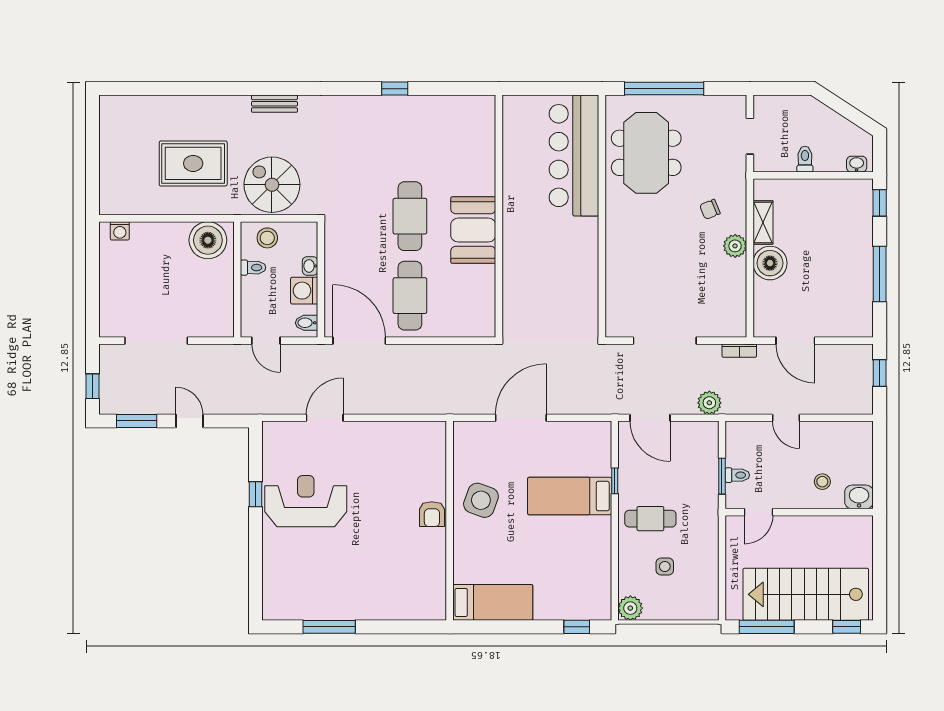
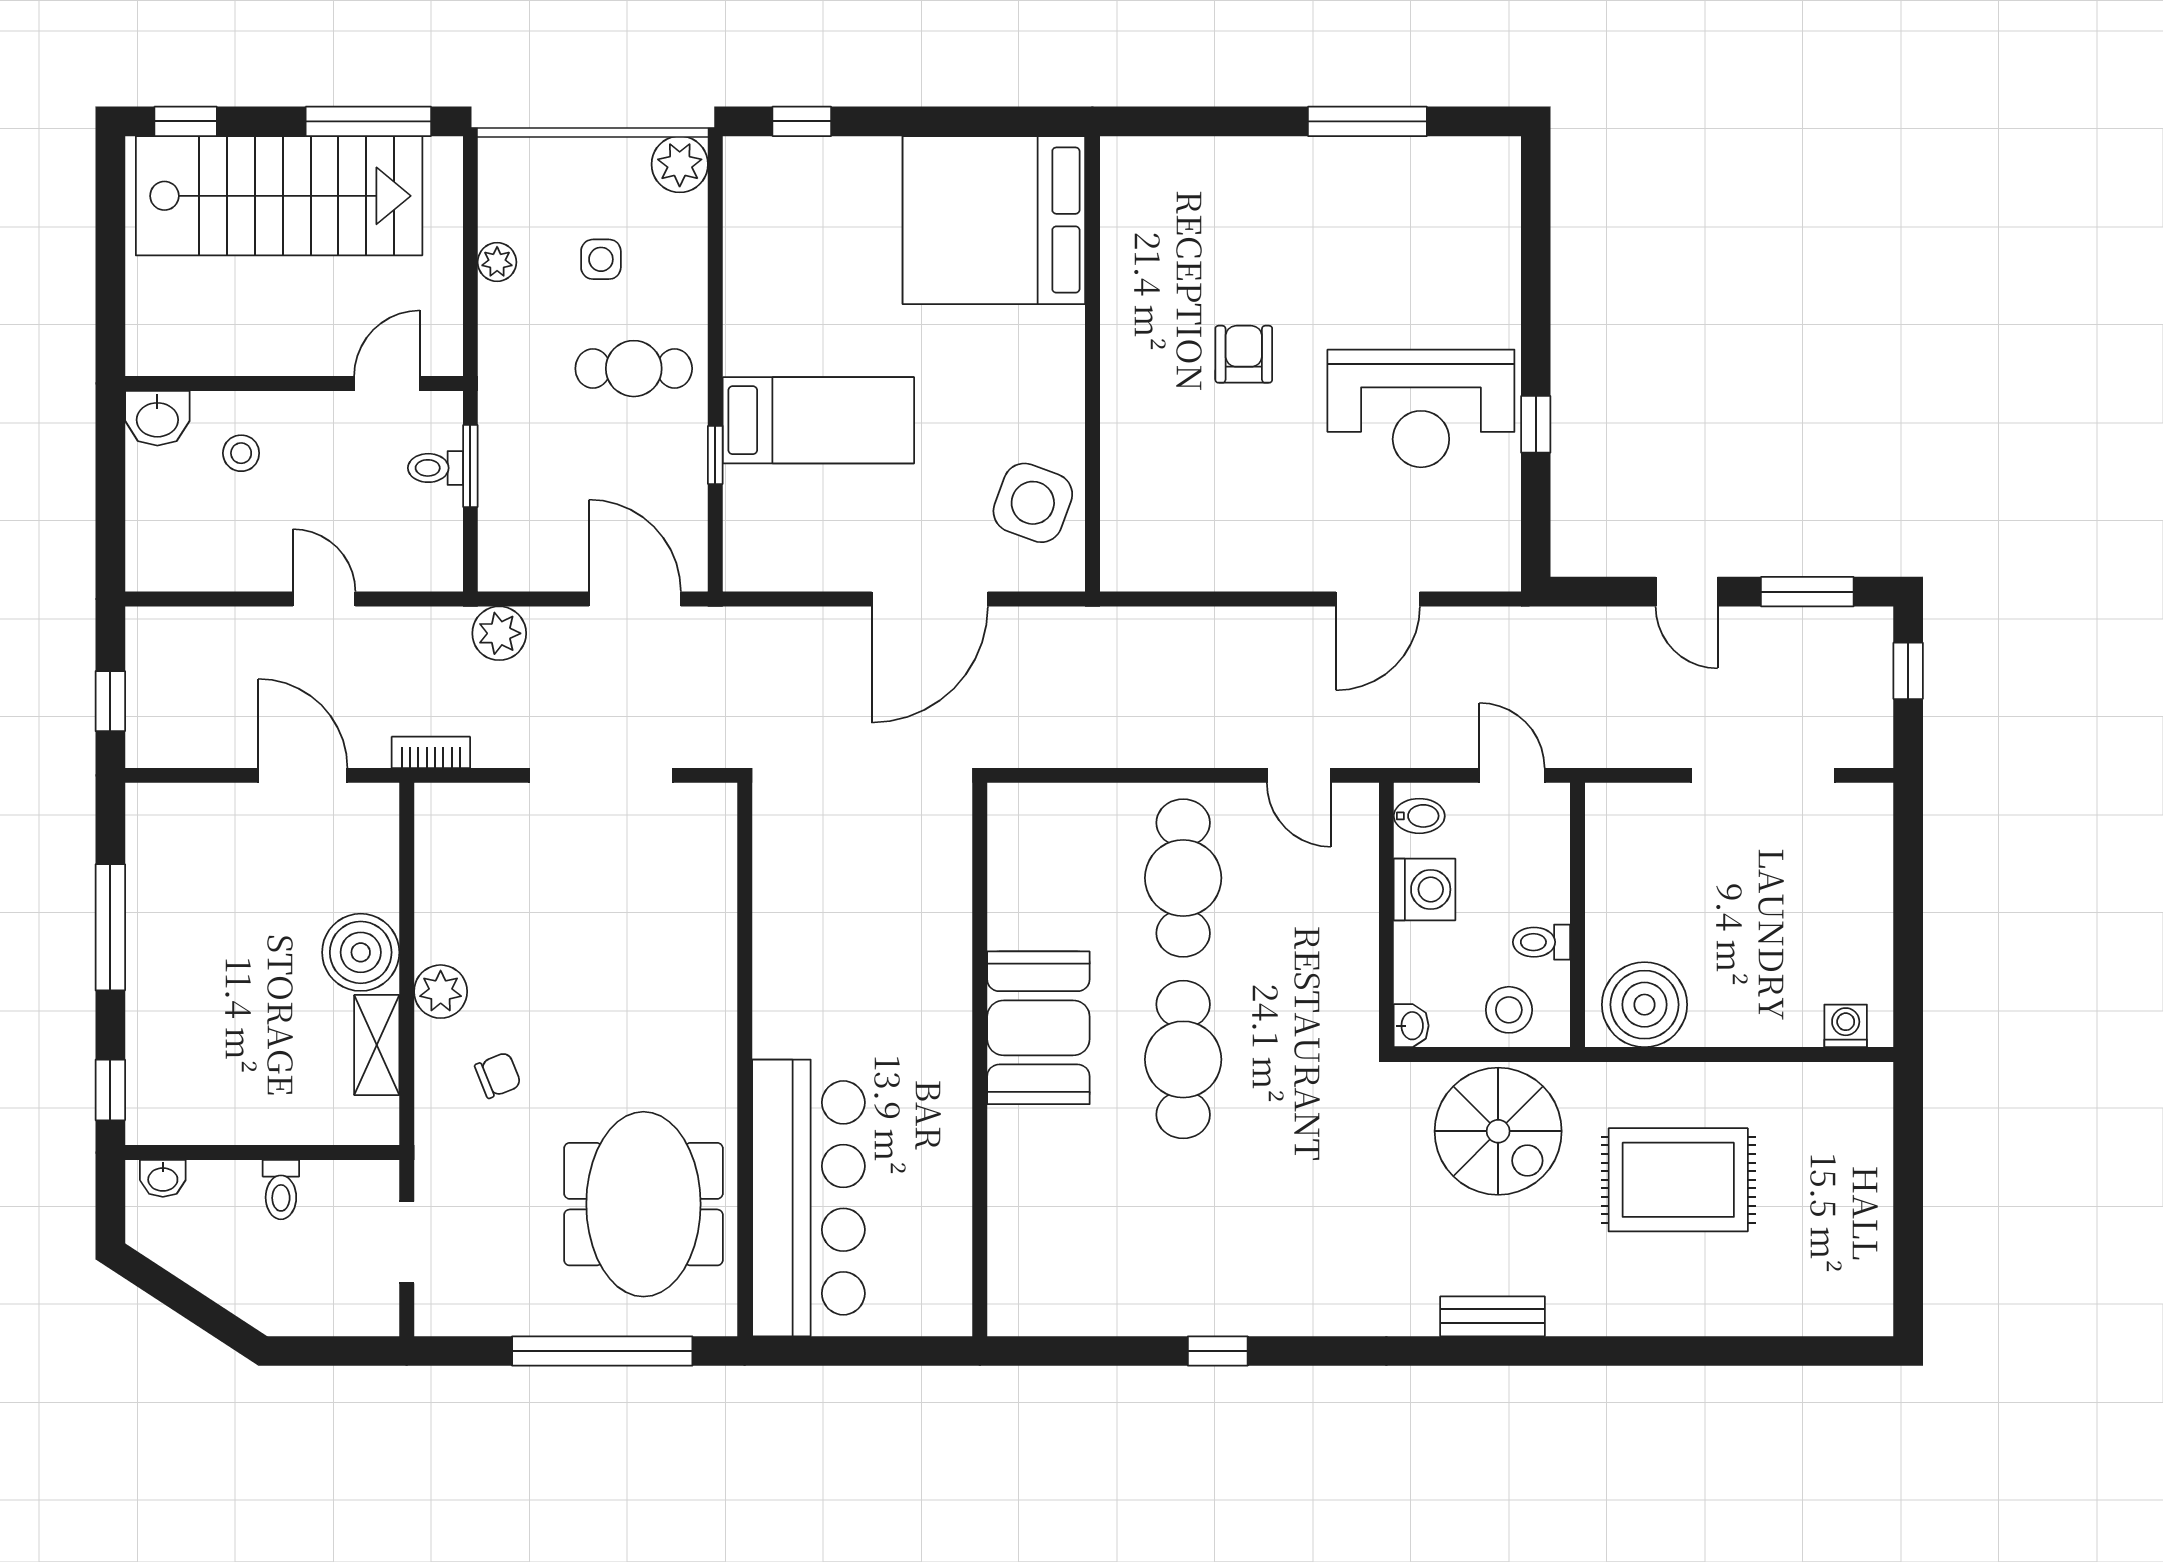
washbasin: (310, 266) -> (1411, 1026), moved
door: (359, 341) -> (1299, 775), width x0.53
side table: (481, 500) -> (1033, 503), moved
armchair: (432, 514) -> (1244, 354), moved
plant: (710, 565) -> (497, 262), added
bed: (493, 602) -> (994, 220), width x2.04

